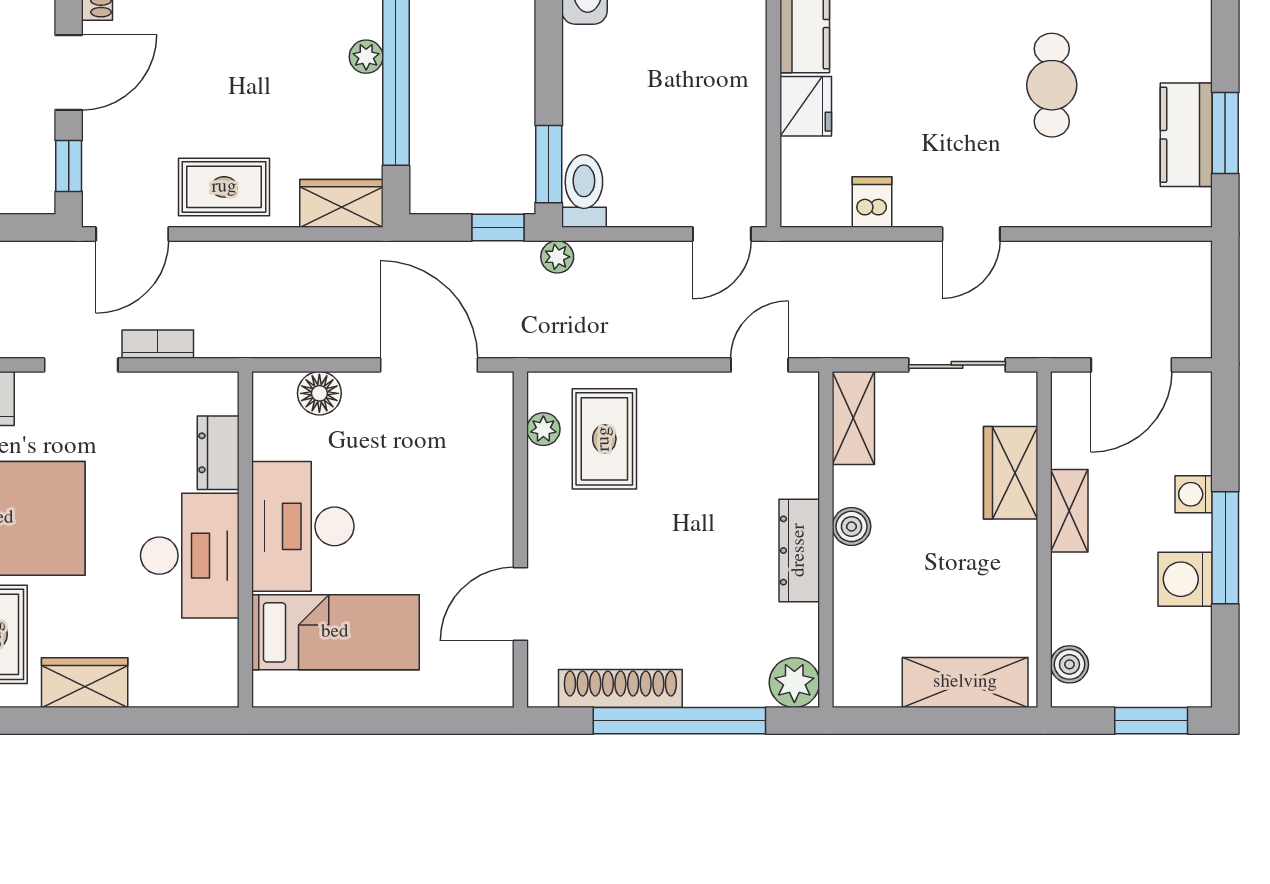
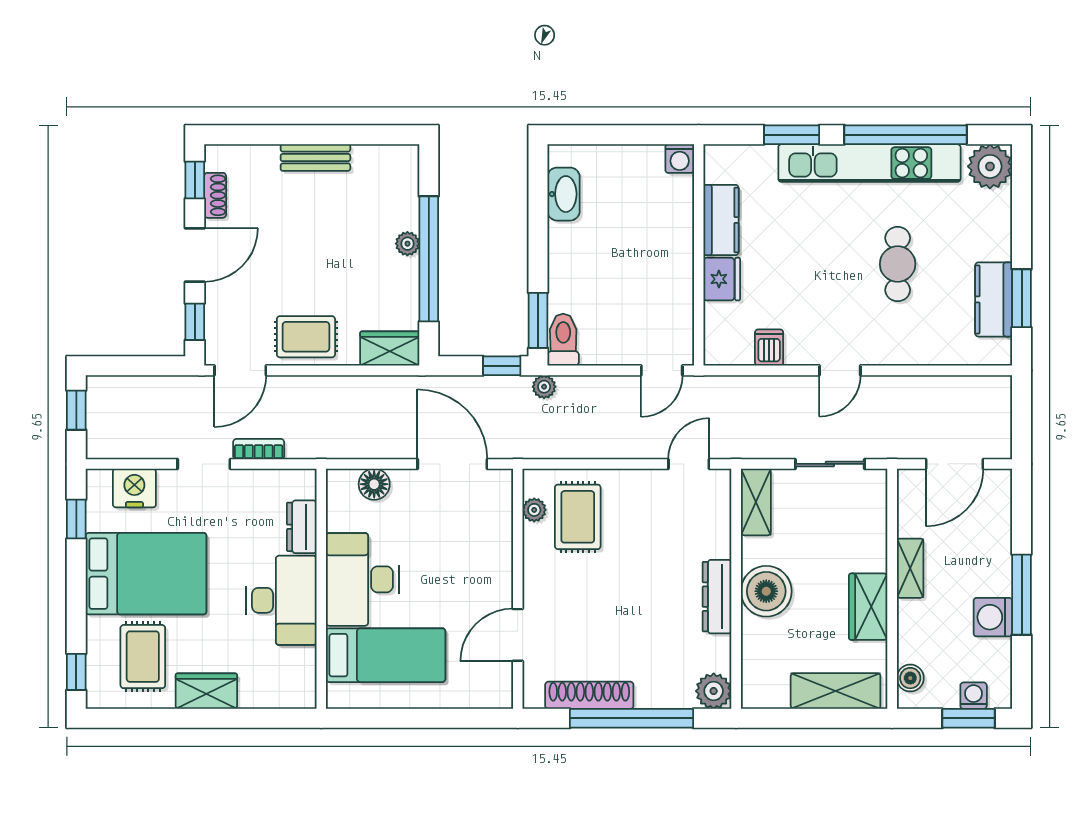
wardrobe: (1011, 473) -> (868, 607), moved
washing machine: (1194, 494) -> (974, 696), moved, turned 90
boiler: (851, 526) -> (766, 591), width x1.86, depth x1.86

